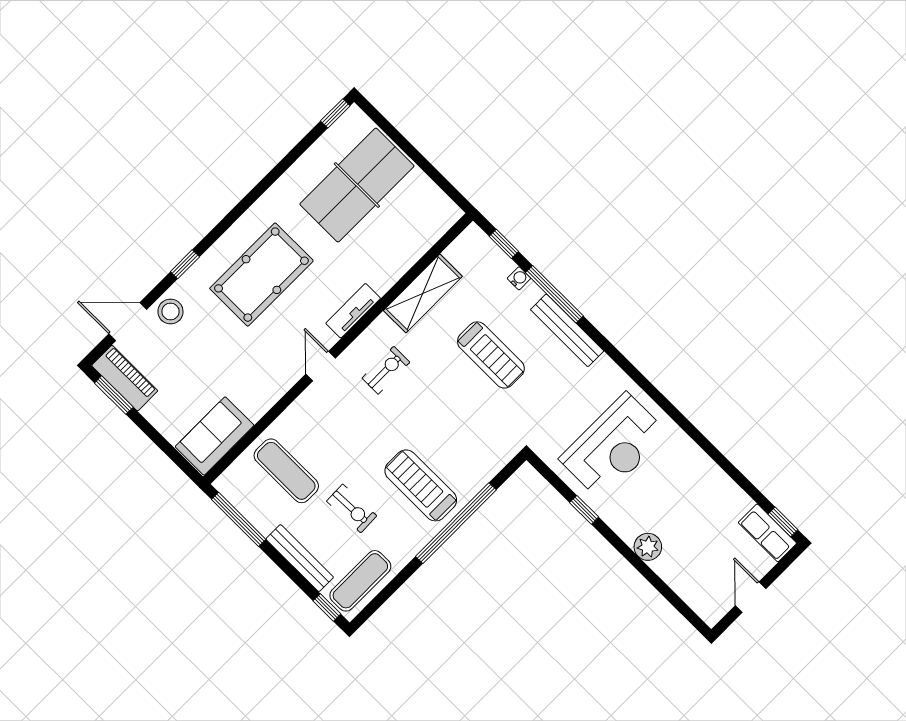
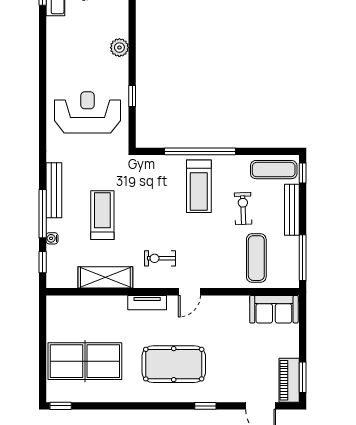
stool: (170, 312) -> (235, 390), removed

